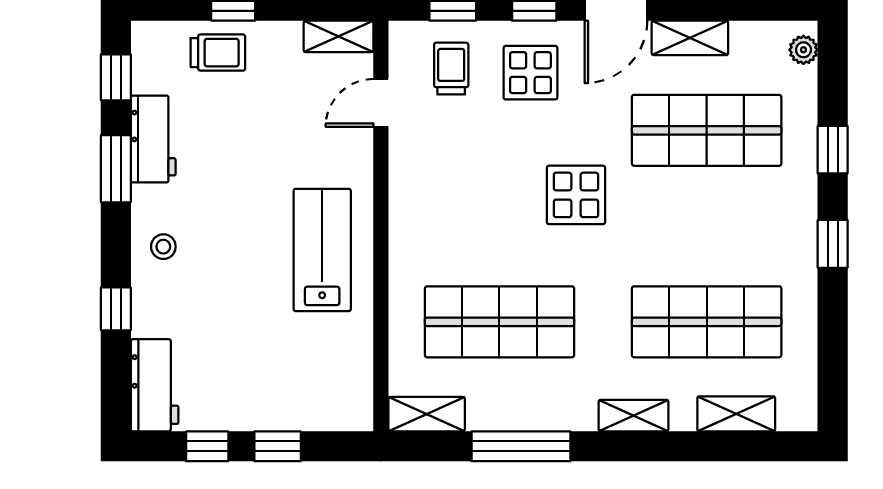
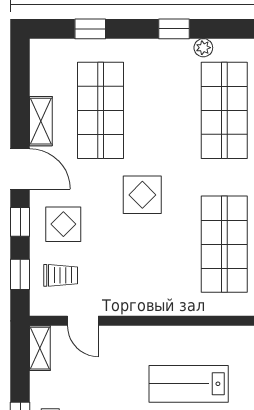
plant: (803, 50) -> (203, 48), moved
trolley: (451, 69) -> (61, 275), turned 180
window: (833, 150) -> (90, 29), moved
lab bench: (322, 250) -> (189, 384), moved

